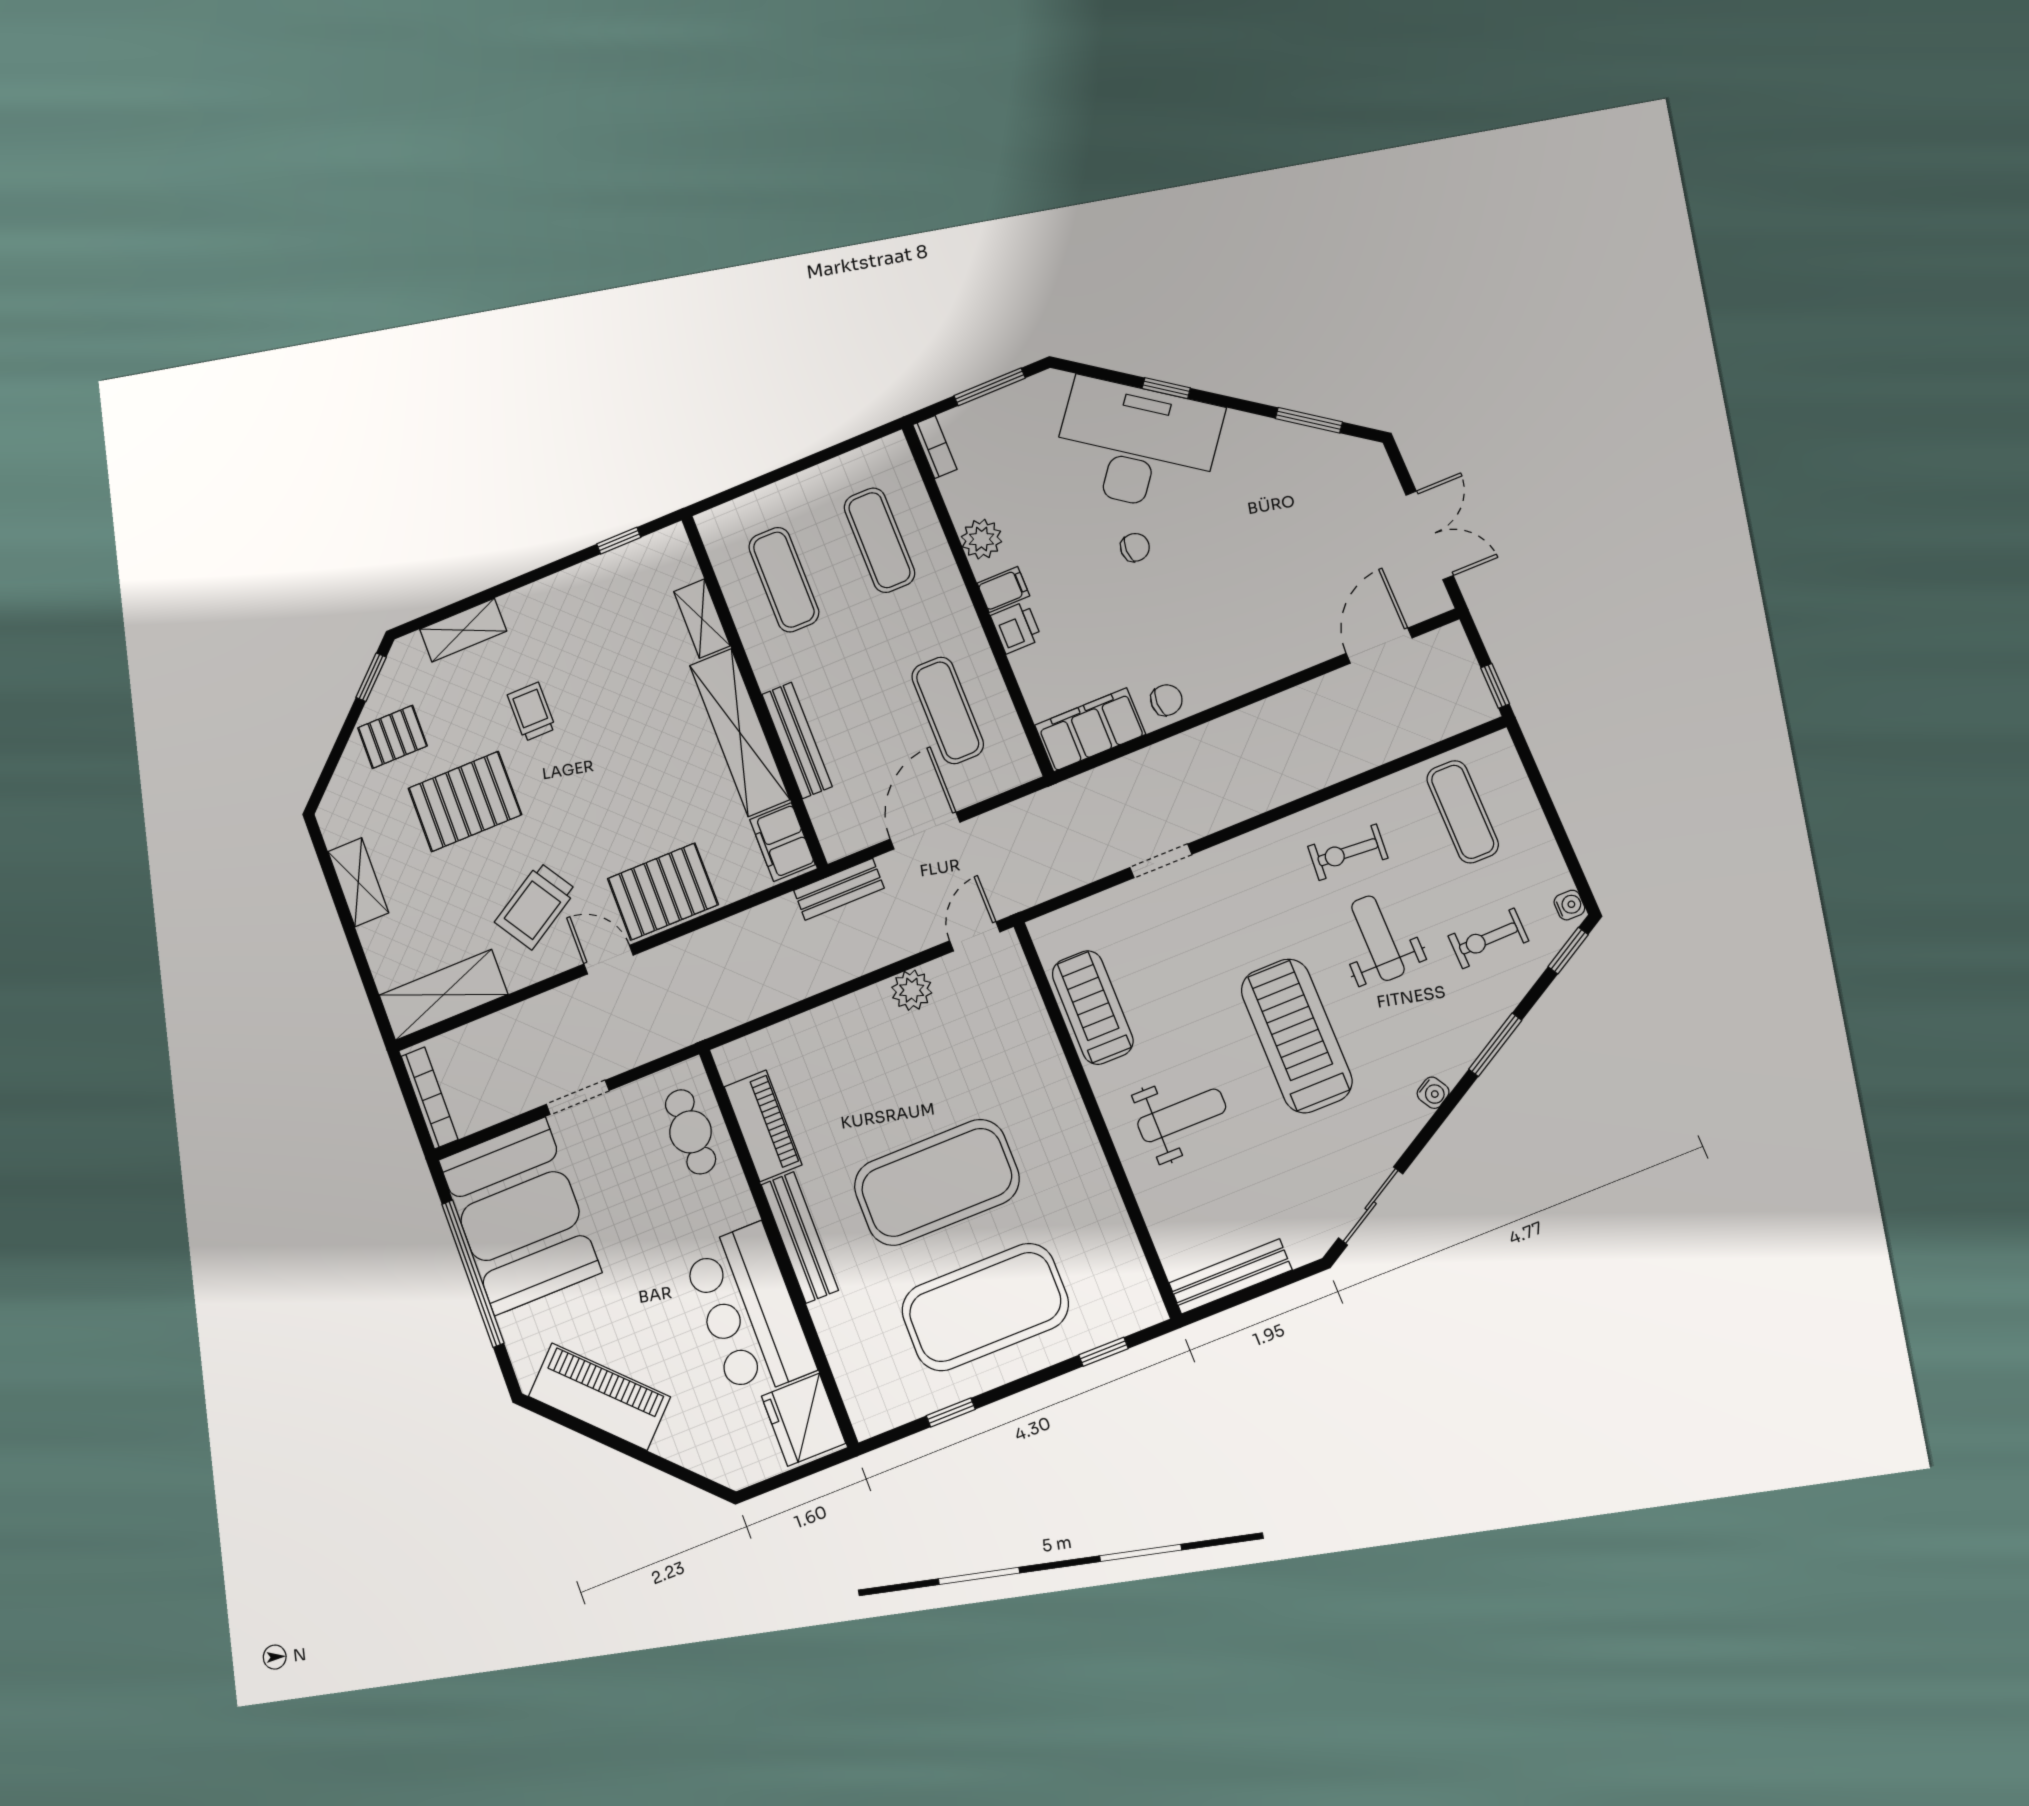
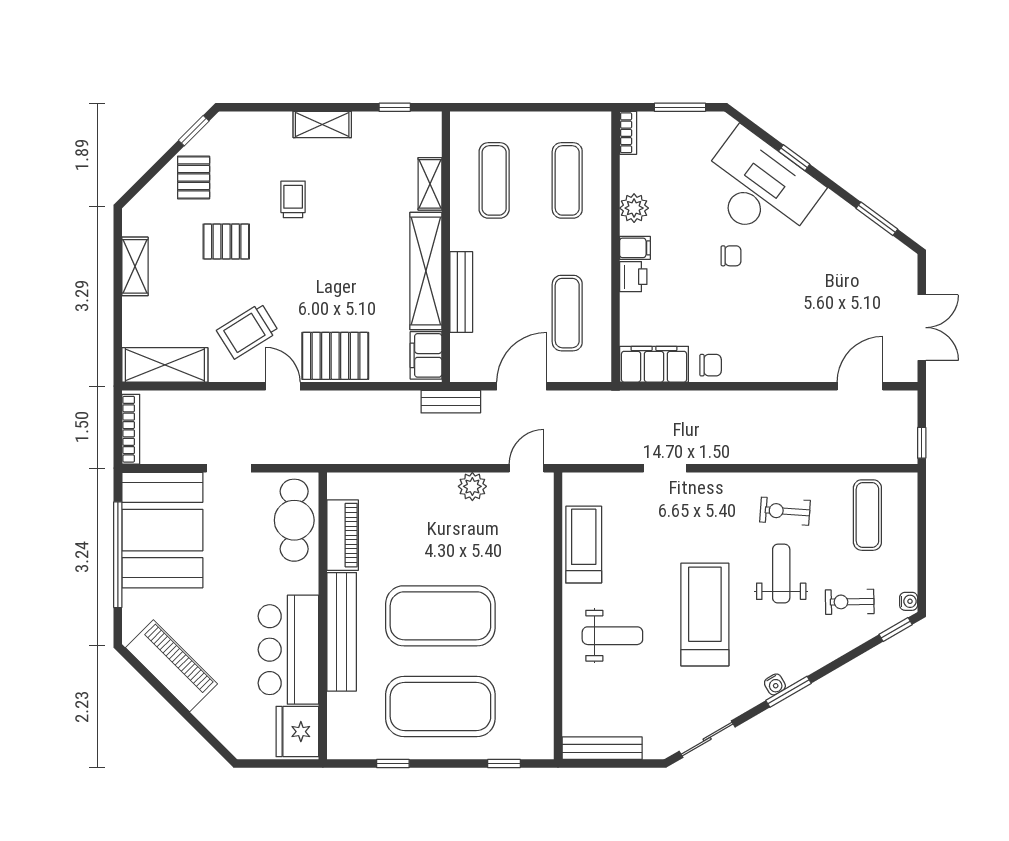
shelving: (463, 630) -> (322, 124), moved
pallet: (393, 737) -> (194, 177), turned 90
pallet: (465, 801) -> (226, 242), width x0.67, depth x0.71
window: (1495, 1045) -> (788, 692), moved
cafe table: (691, 1132) -> (294, 520), width x1.37, depth x1.35
bench: (800, 1237) -> (342, 632), width x1.37, depth x1.21

